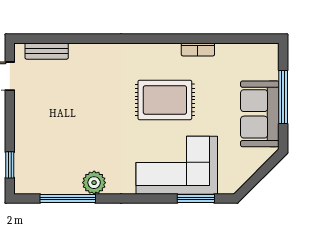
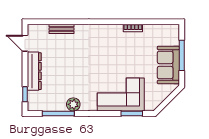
bench: (47, 51) -> (61, 29), moved
rug: (165, 100) -> (114, 57), removed
dresser: (26, 125) -> (34, 71), added

